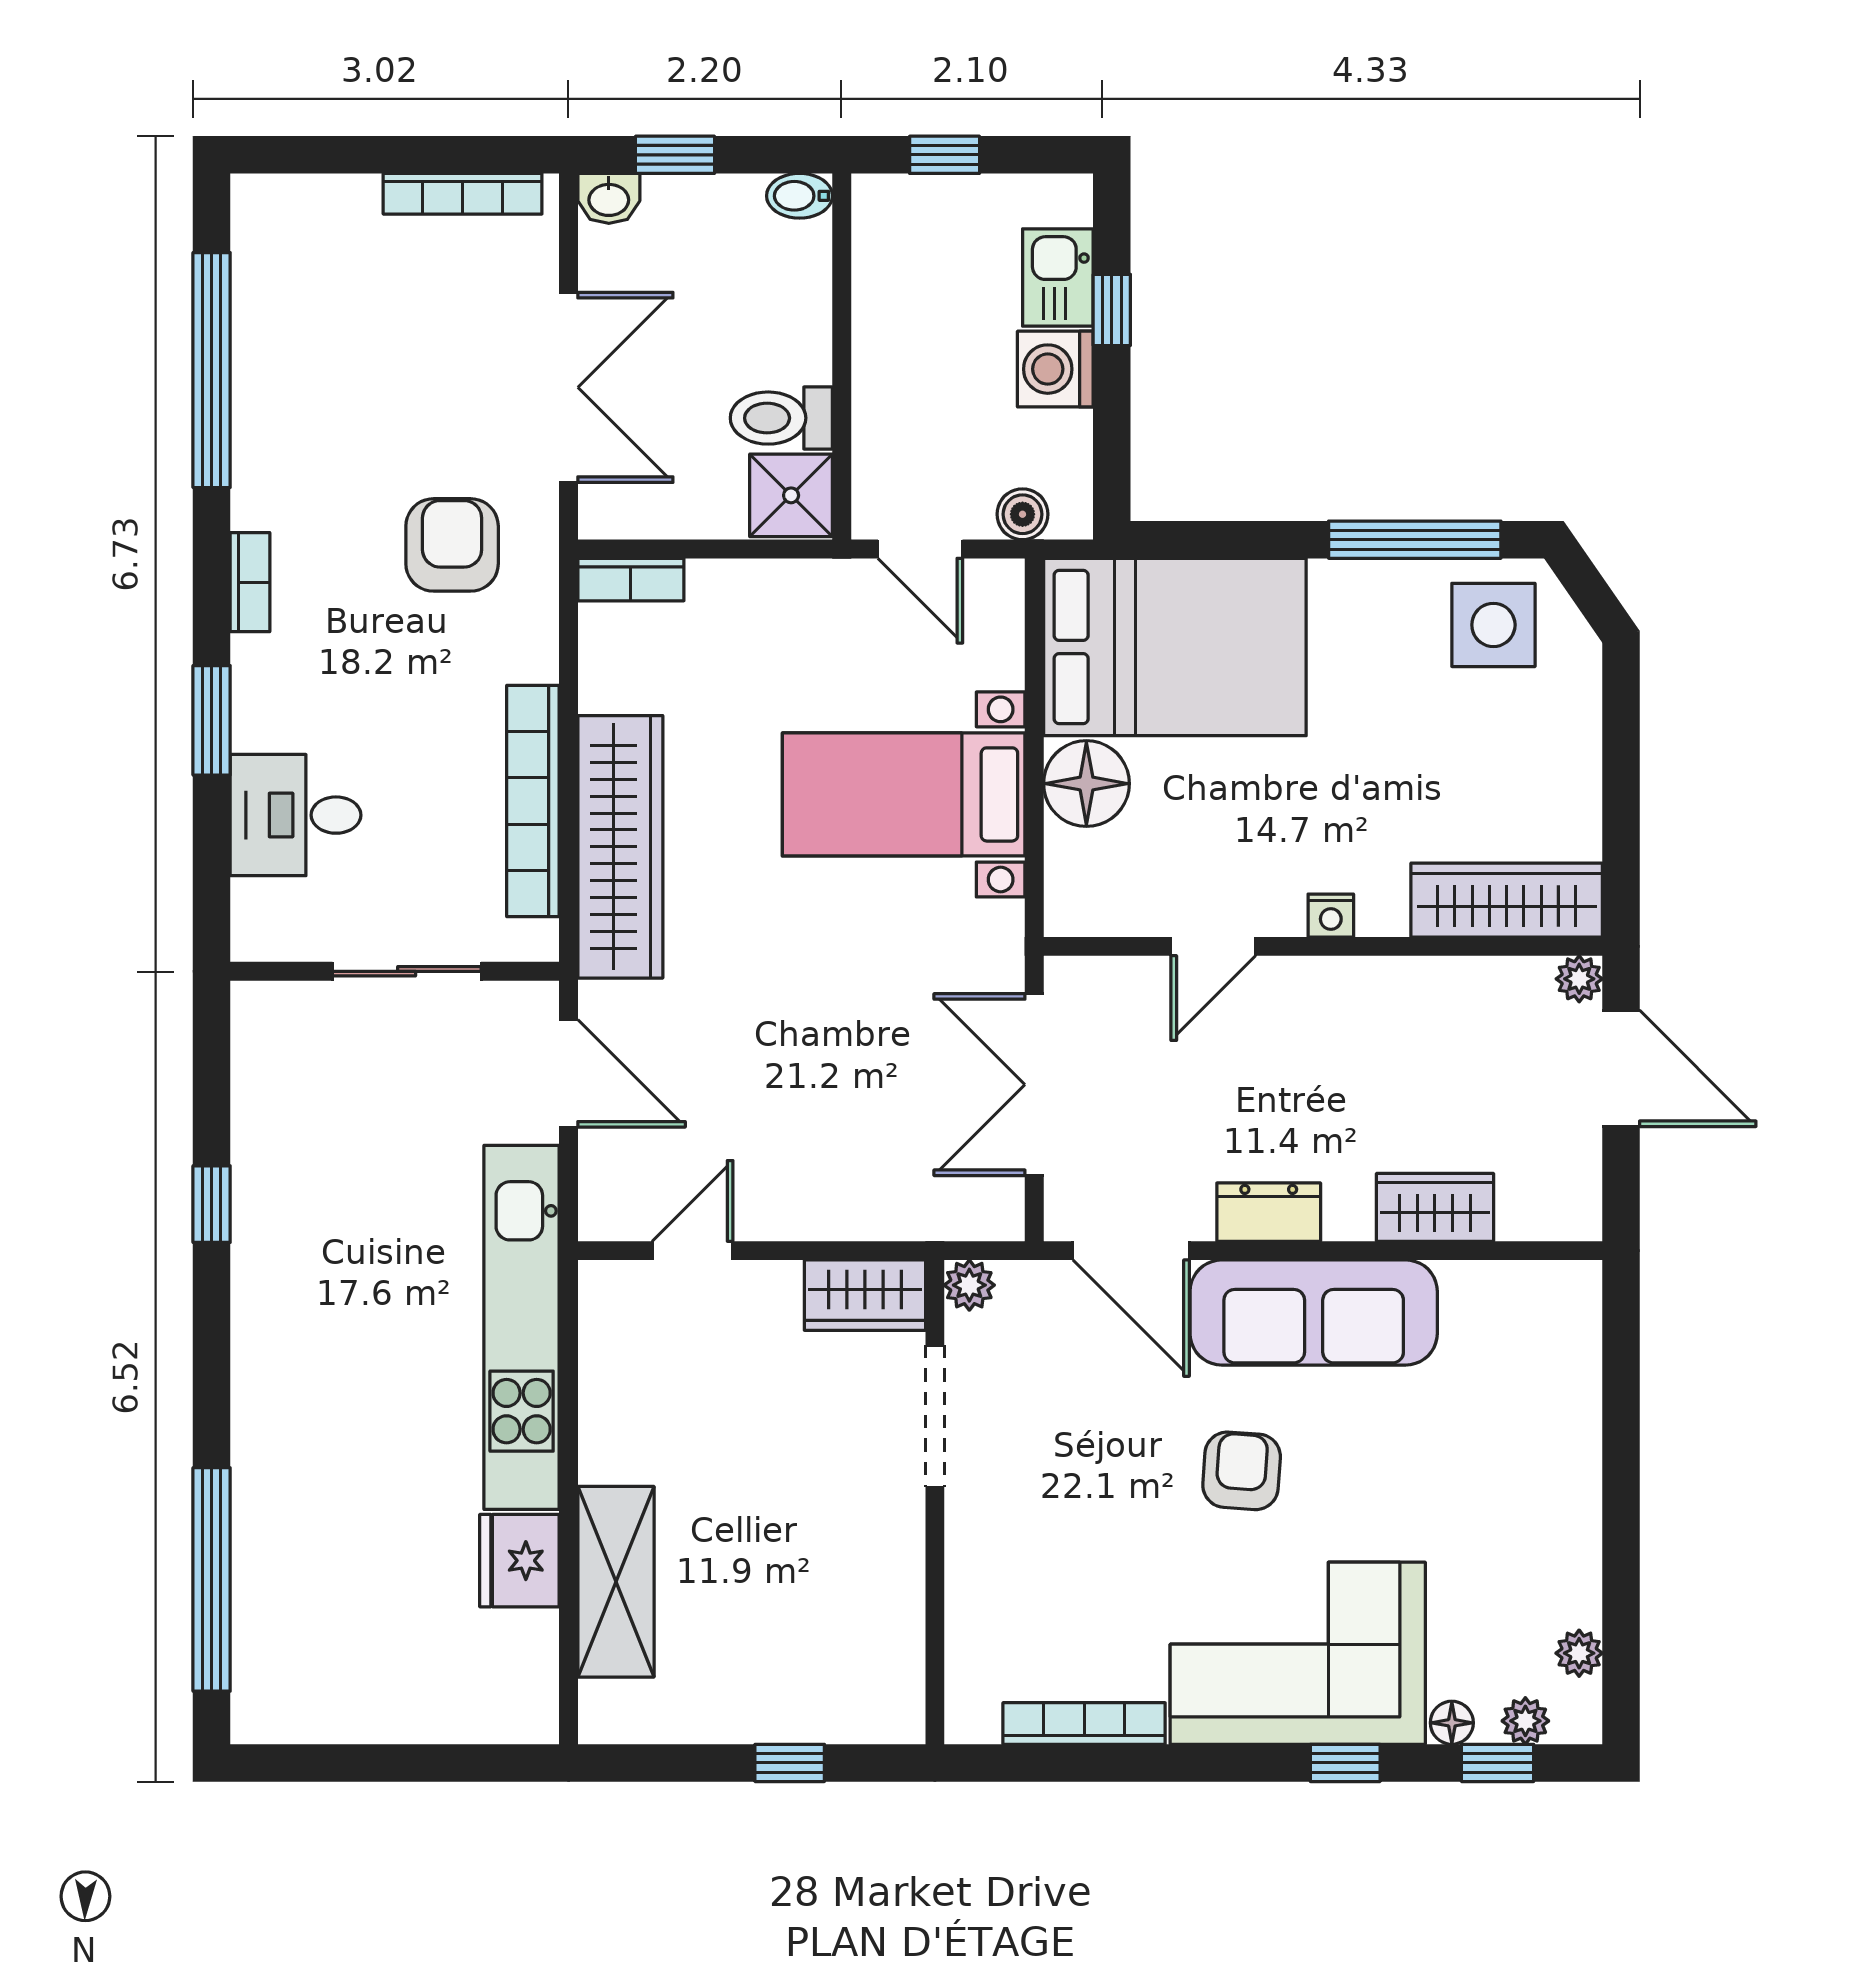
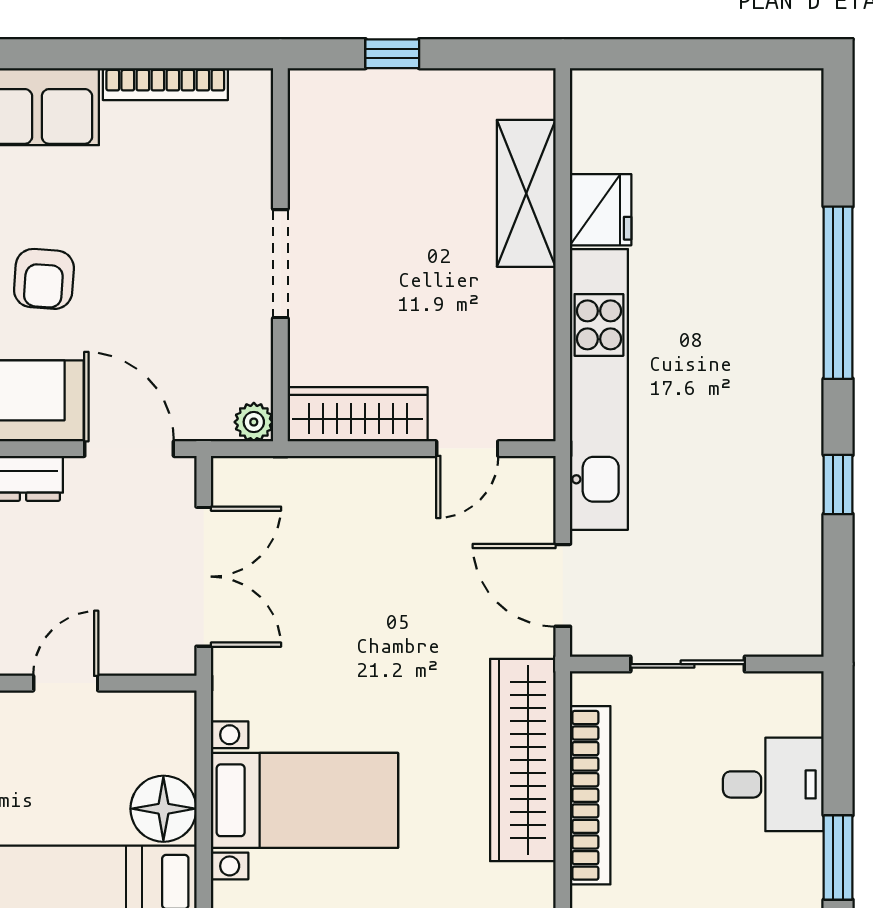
wardrobe: (865, 1295) -> (358, 414), width x1.50
doorway: (935, 1416) -> (280, 264), moved
window: (212, 1579) -> (838, 293), moved

